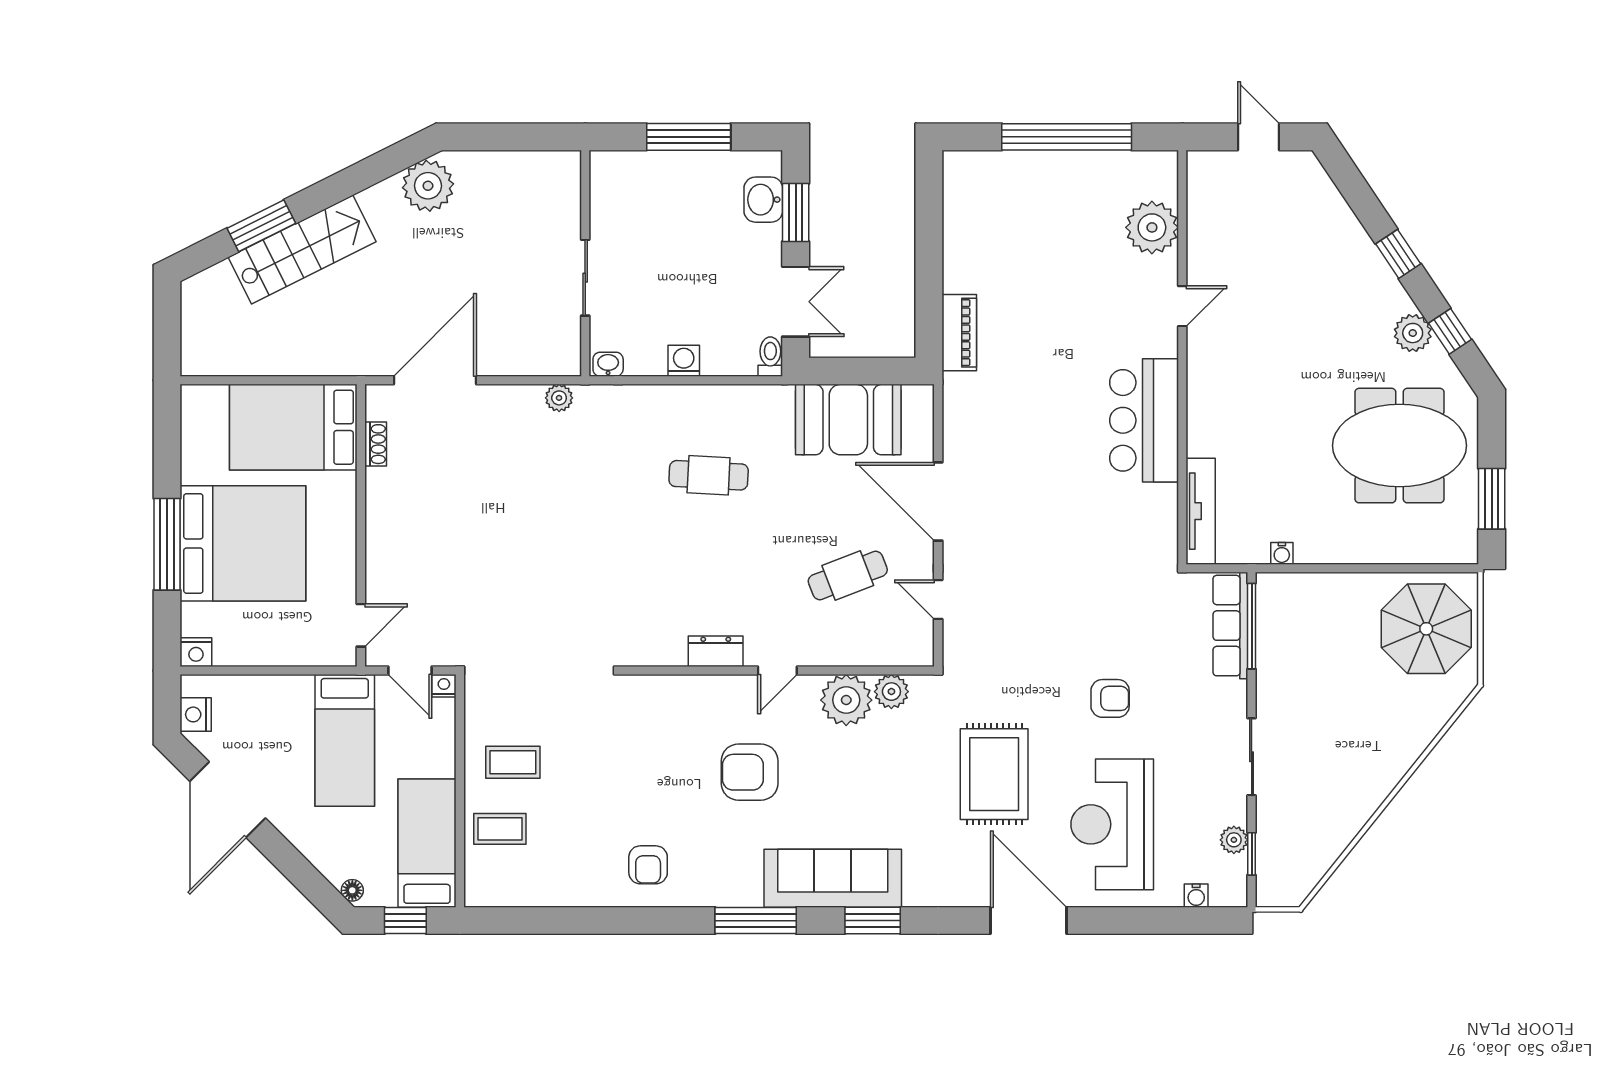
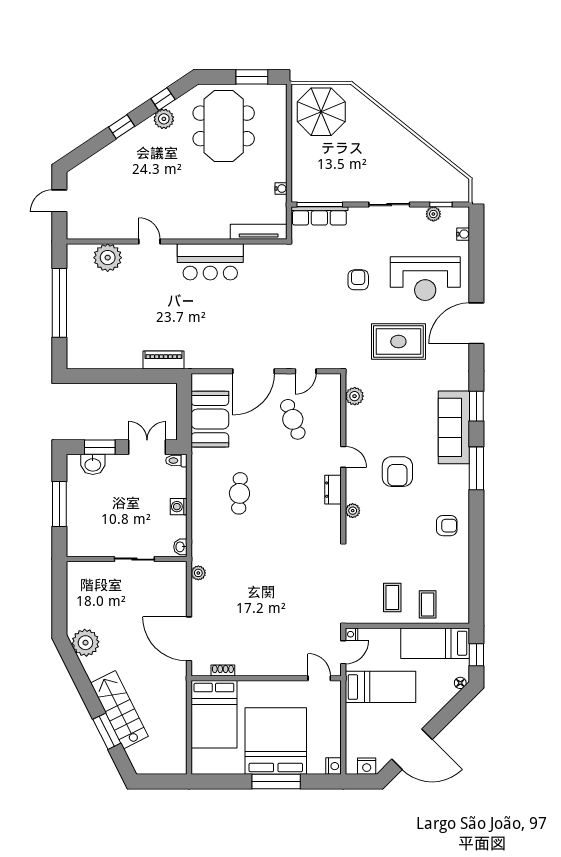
plant: (846, 700) -> (353, 511), moved, width x0.53, depth x0.53

